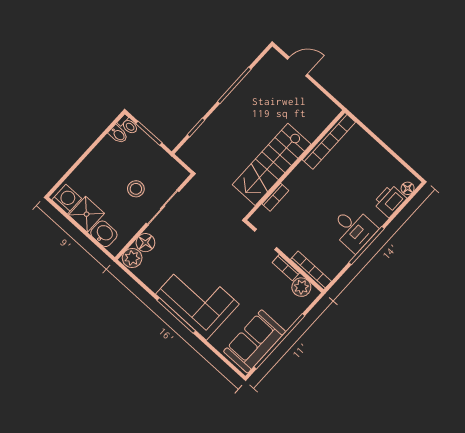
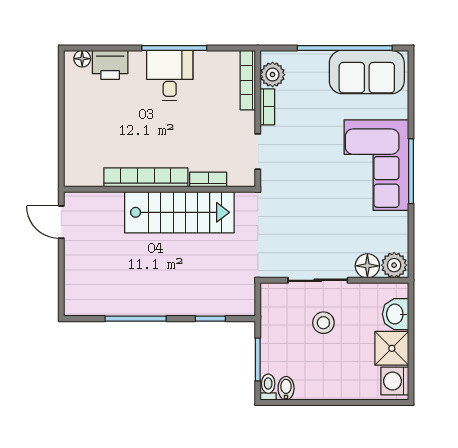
door: (297, 67) -> (61, 222), moved
bookcase: (329, 141) -> (146, 177), moved

